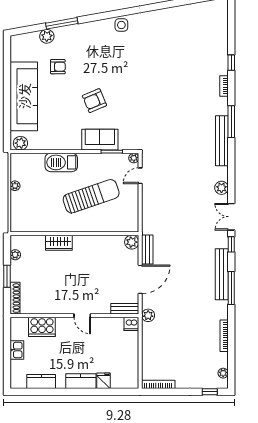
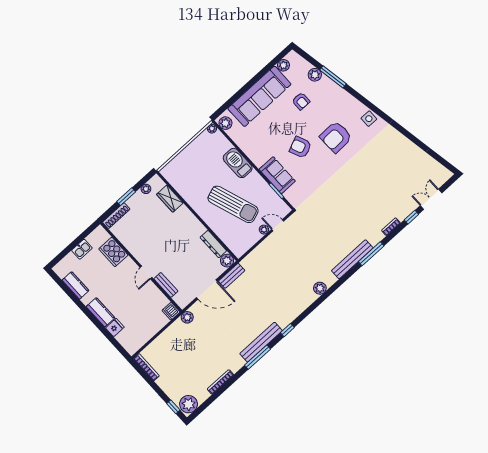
plant: (16, 54) -> (283, 65), added
armchair: (112, 65) -> (336, 137), added
plant: (134, 158) -> (264, 230), moved
plant: (15, 186) -> (212, 129), moved
double door: (231, 217) -> (431, 199), moved
dresser: (108, 241) -> (213, 244), added
wardrobe: (59, 243) -> (170, 199), moved
bench: (125, 309) -> (166, 285), moved
plant: (223, 373) -> (189, 404), width x1.88, depth x1.88

